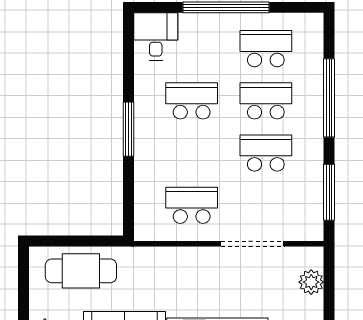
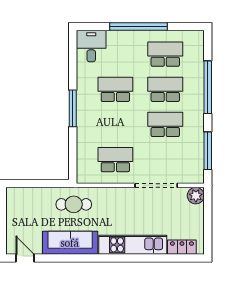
cafe table: (81, 271) -> (74, 204), moved, width x0.73, depth x0.74
plant: (311, 282) -> (196, 196), moved

